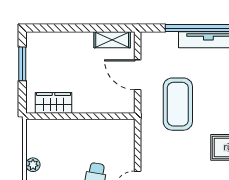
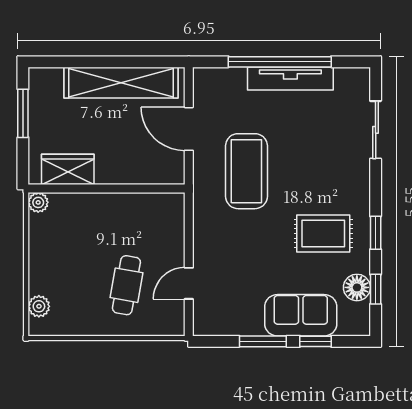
shelving: (112, 40) -> (121, 83), width x2.20, depth x1.33
plant: (33, 165) -> (38, 202), moved

